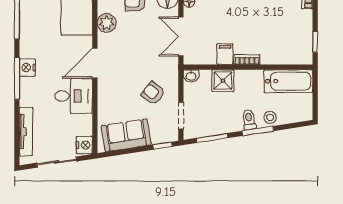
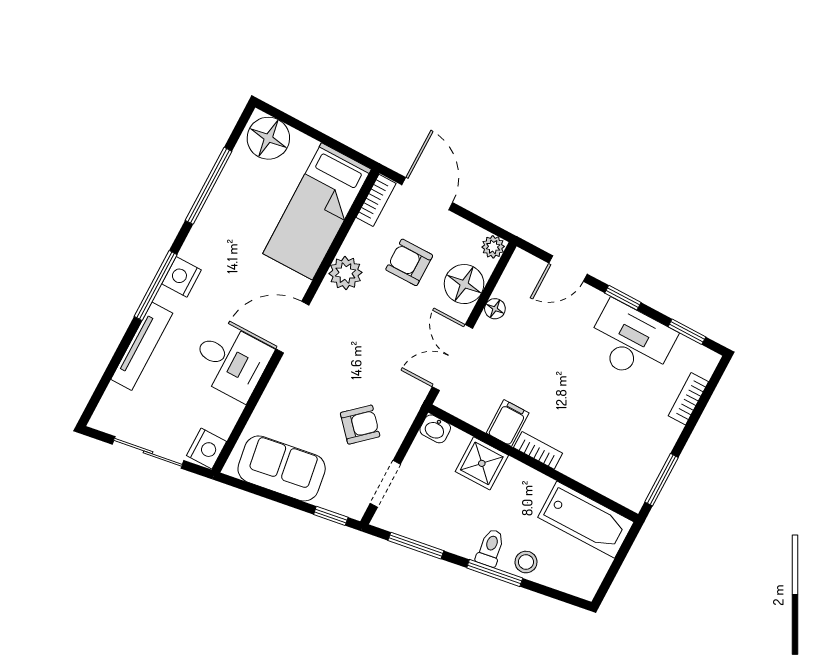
window: (315, 42) -> (662, 480), width x1.50
armchair: (153, 93) -> (360, 425), turned 99
tv unit: (26, 132) -> (142, 346), moved

